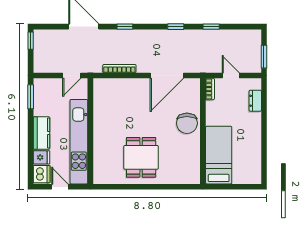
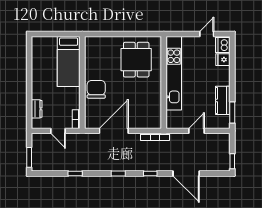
window: (176, 27) -> (118, 173), moved
window: (264, 57) -> (29, 157), moved
wall: (90, 131) -> (164, 82), moved
kitchen counter: (42, 133) -> (223, 100), moved
kitchen unit: (79, 142) -> (174, 73), moved
door: (60, 187) -> (207, 34), swing flipped

